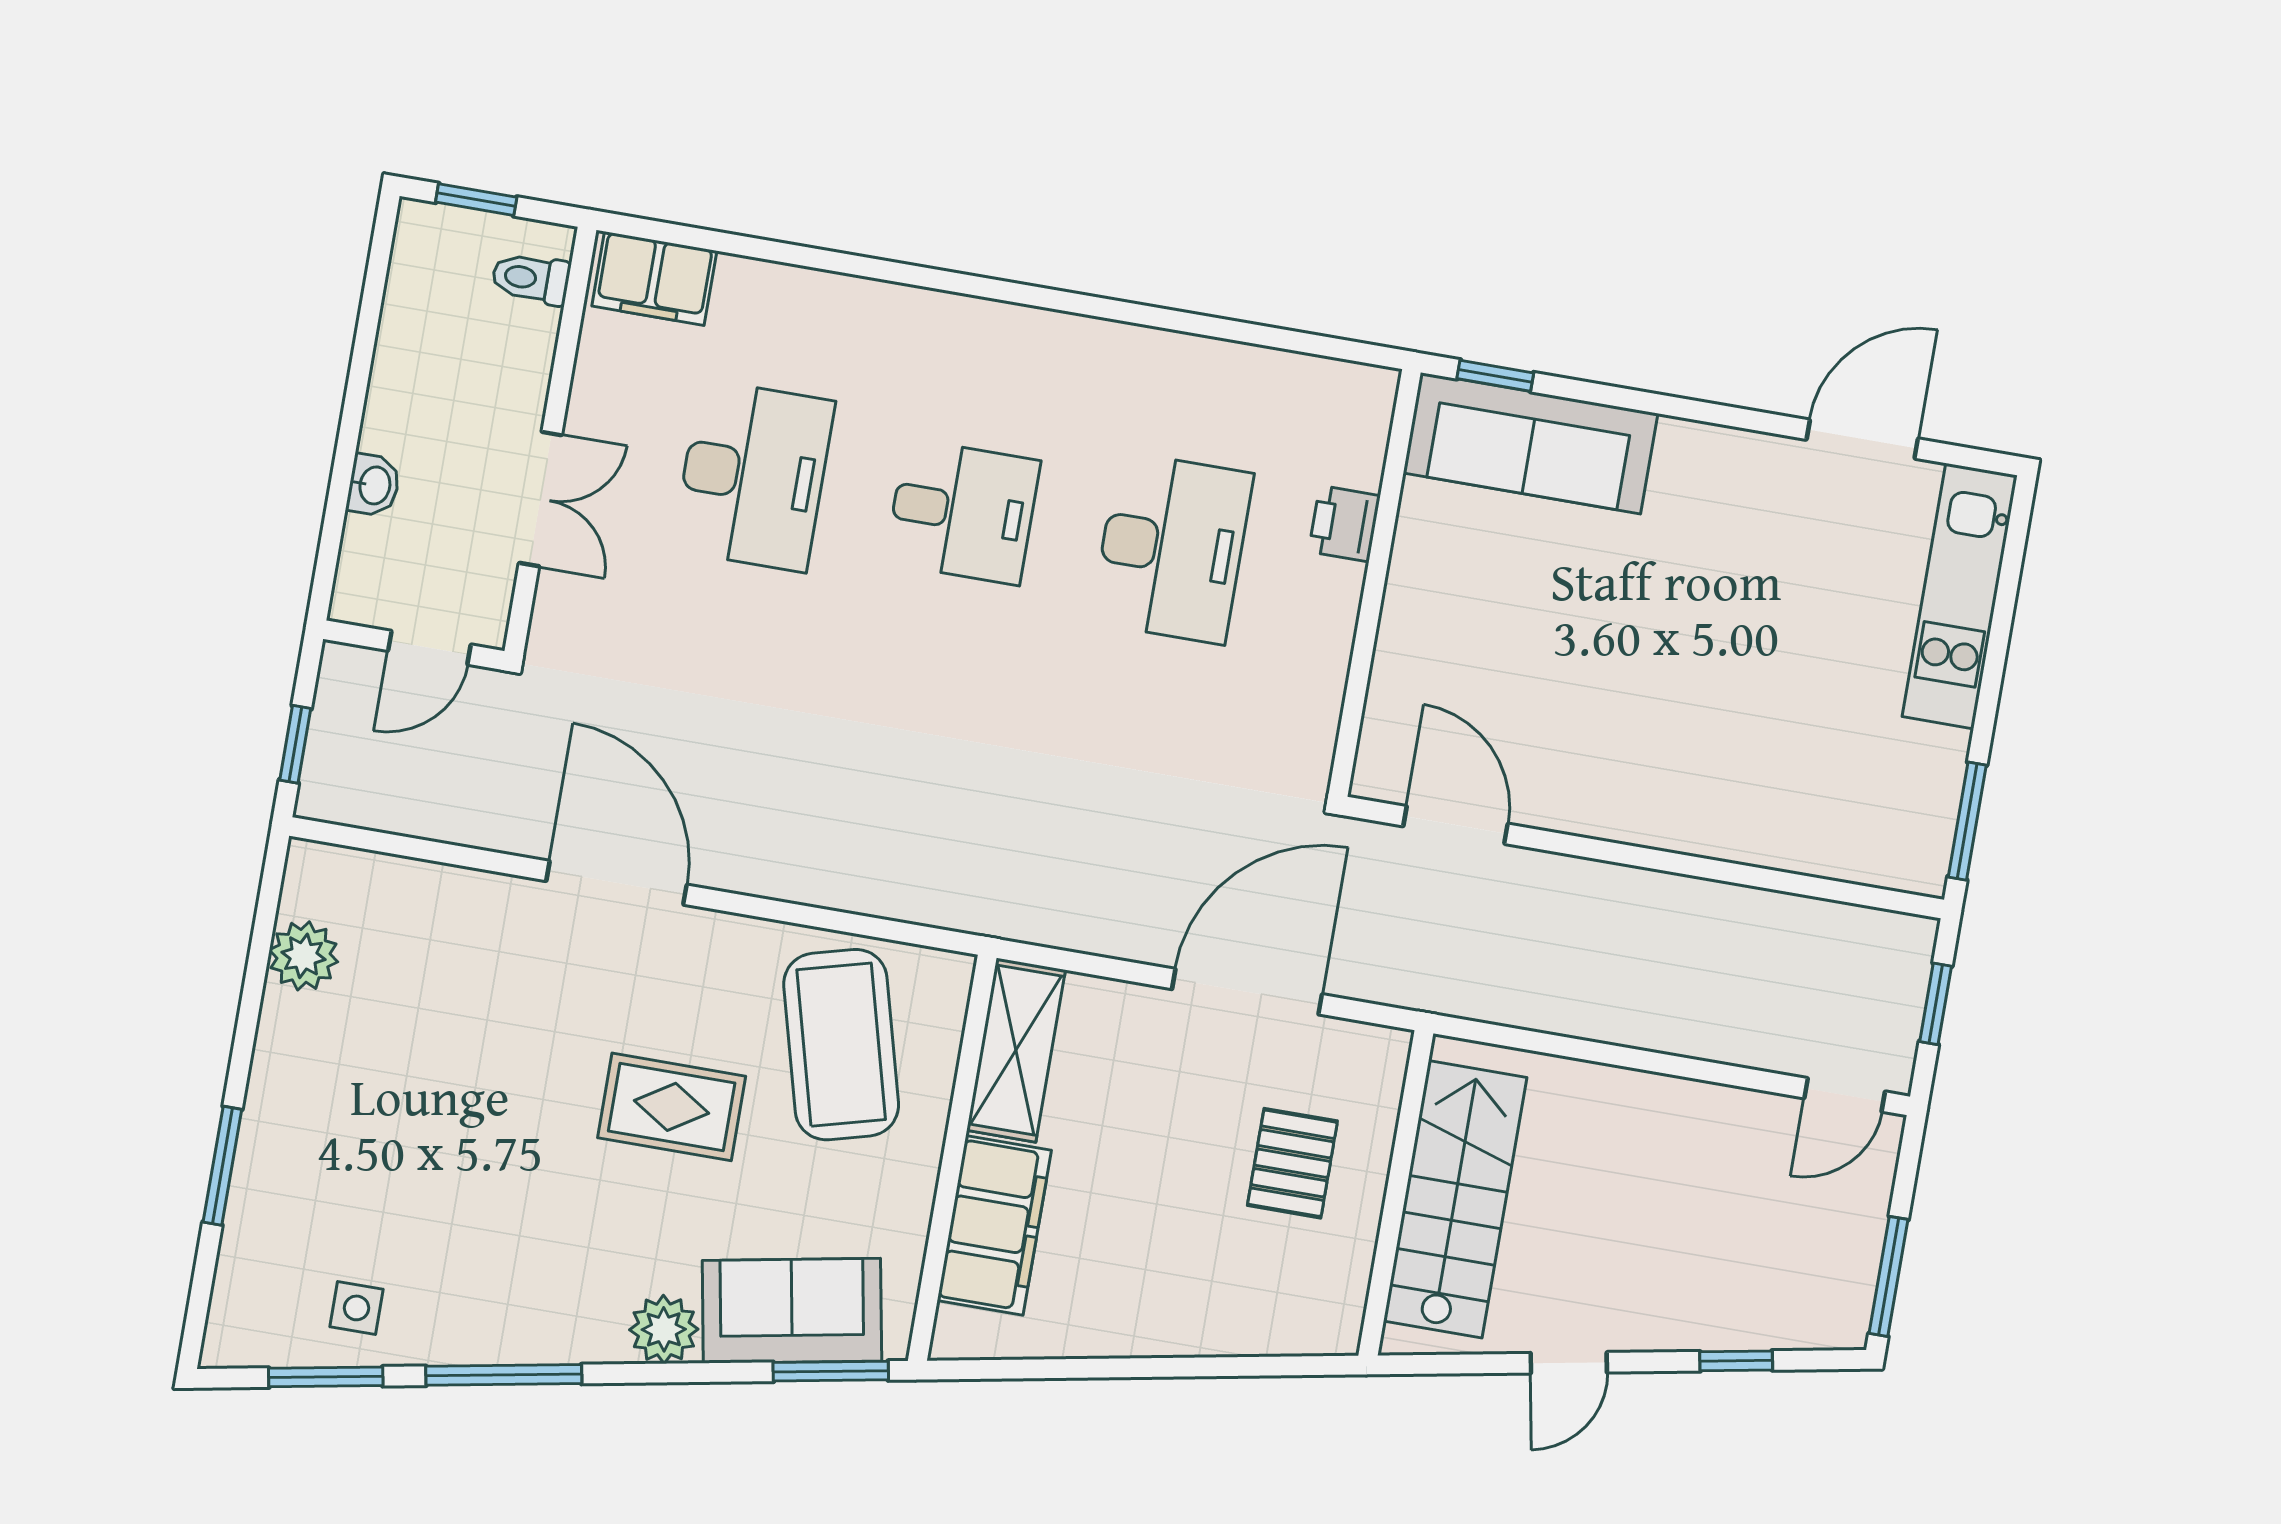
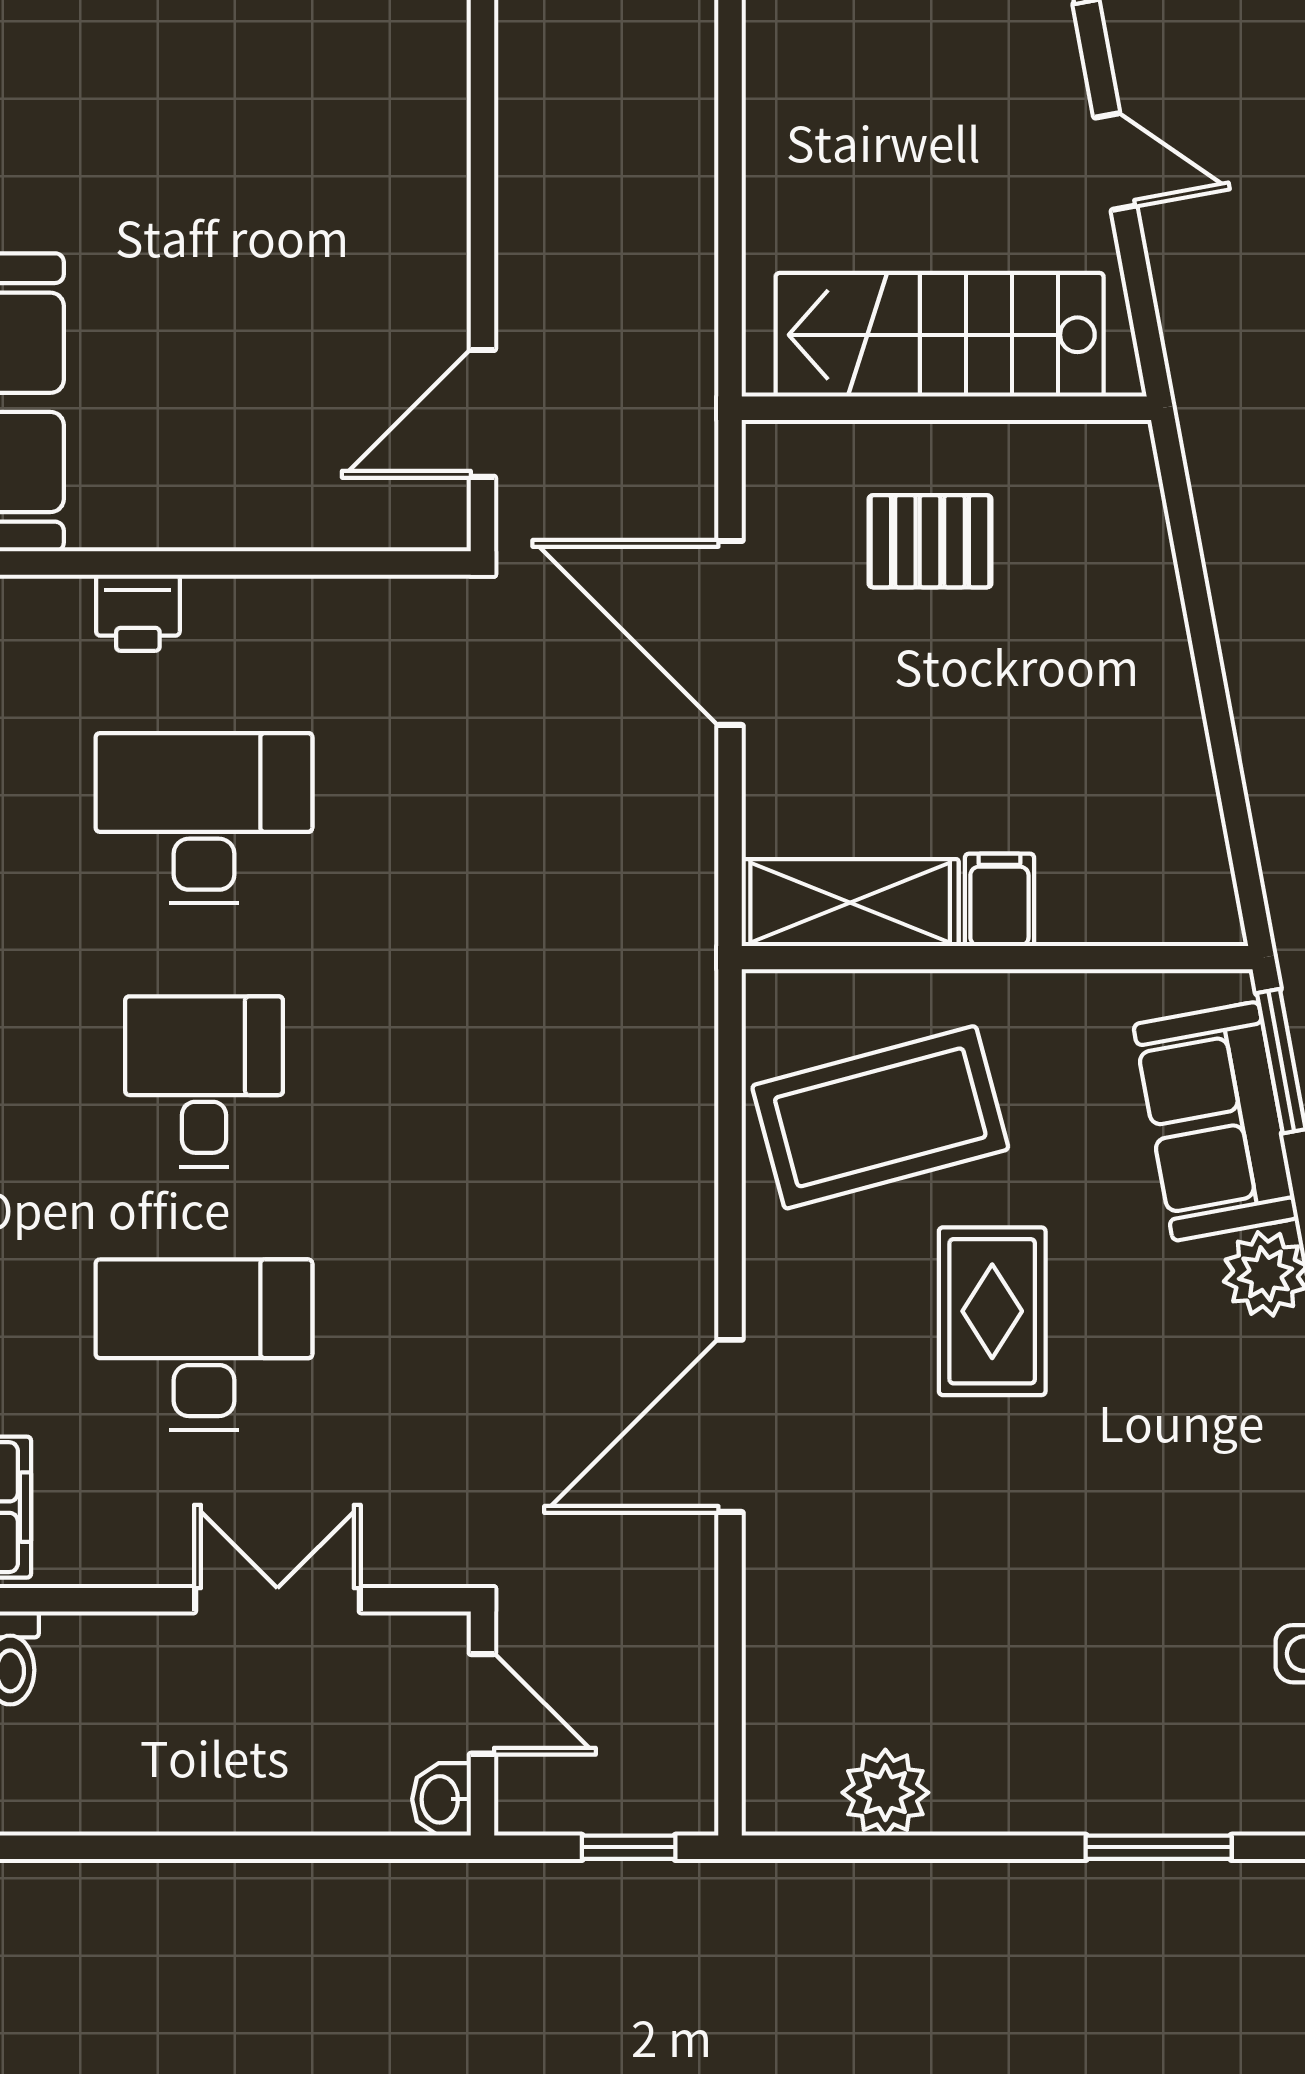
washbasin: (374, 485) -> (442, 1799), moved, turned -90
filing cabinet: (994, 1225) -> (999, 900), width x0.33, depth x0.86

